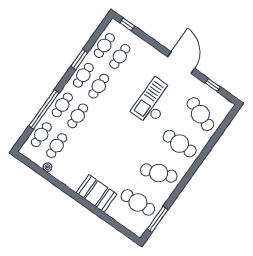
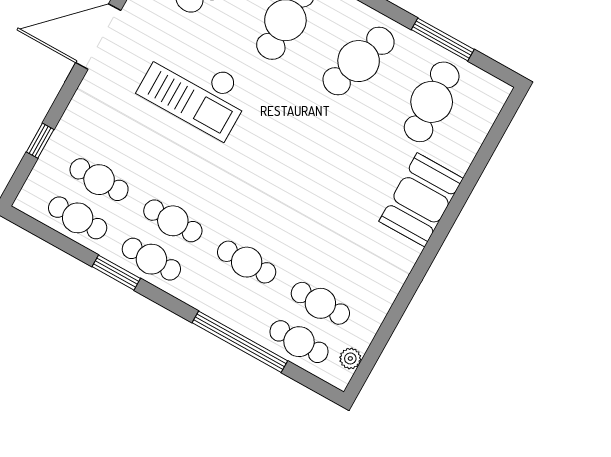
window: (127, 24) -> (40, 141), moved
cafe table: (62, 105) -> (225, 300), removed
plant: (47, 167) -> (350, 358), moved
cafe table: (159, 173) -> (359, 61), turned 39
window: (157, 219) -> (443, 40), moved

